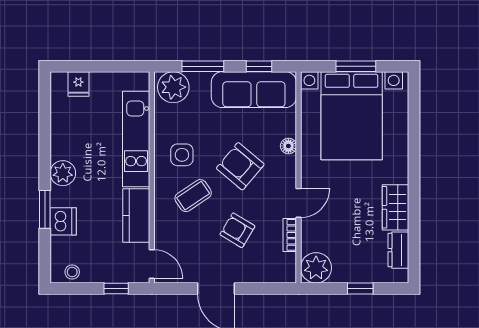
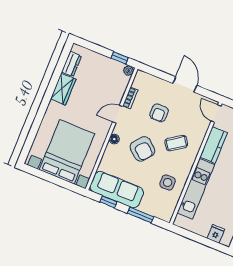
window: (356, 66) -> (53, 179), removed
plant: (173, 87) -> (162, 210), removed
floor lamp: (288, 146) -> (114, 139), moved
side table: (182, 155) -> (168, 182), moved
armchair: (237, 230) -> (159, 113), turned 59
plant: (316, 268) -> (129, 71), width x0.53, depth x0.53
window: (360, 289) -> (120, 58), moved

